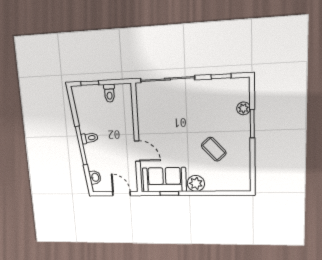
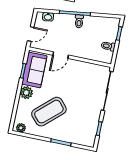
plant: (243, 108) -> (21, 128), moved
coffee table: (214, 149) -> (49, 112), width x1.86, depth x1.72

